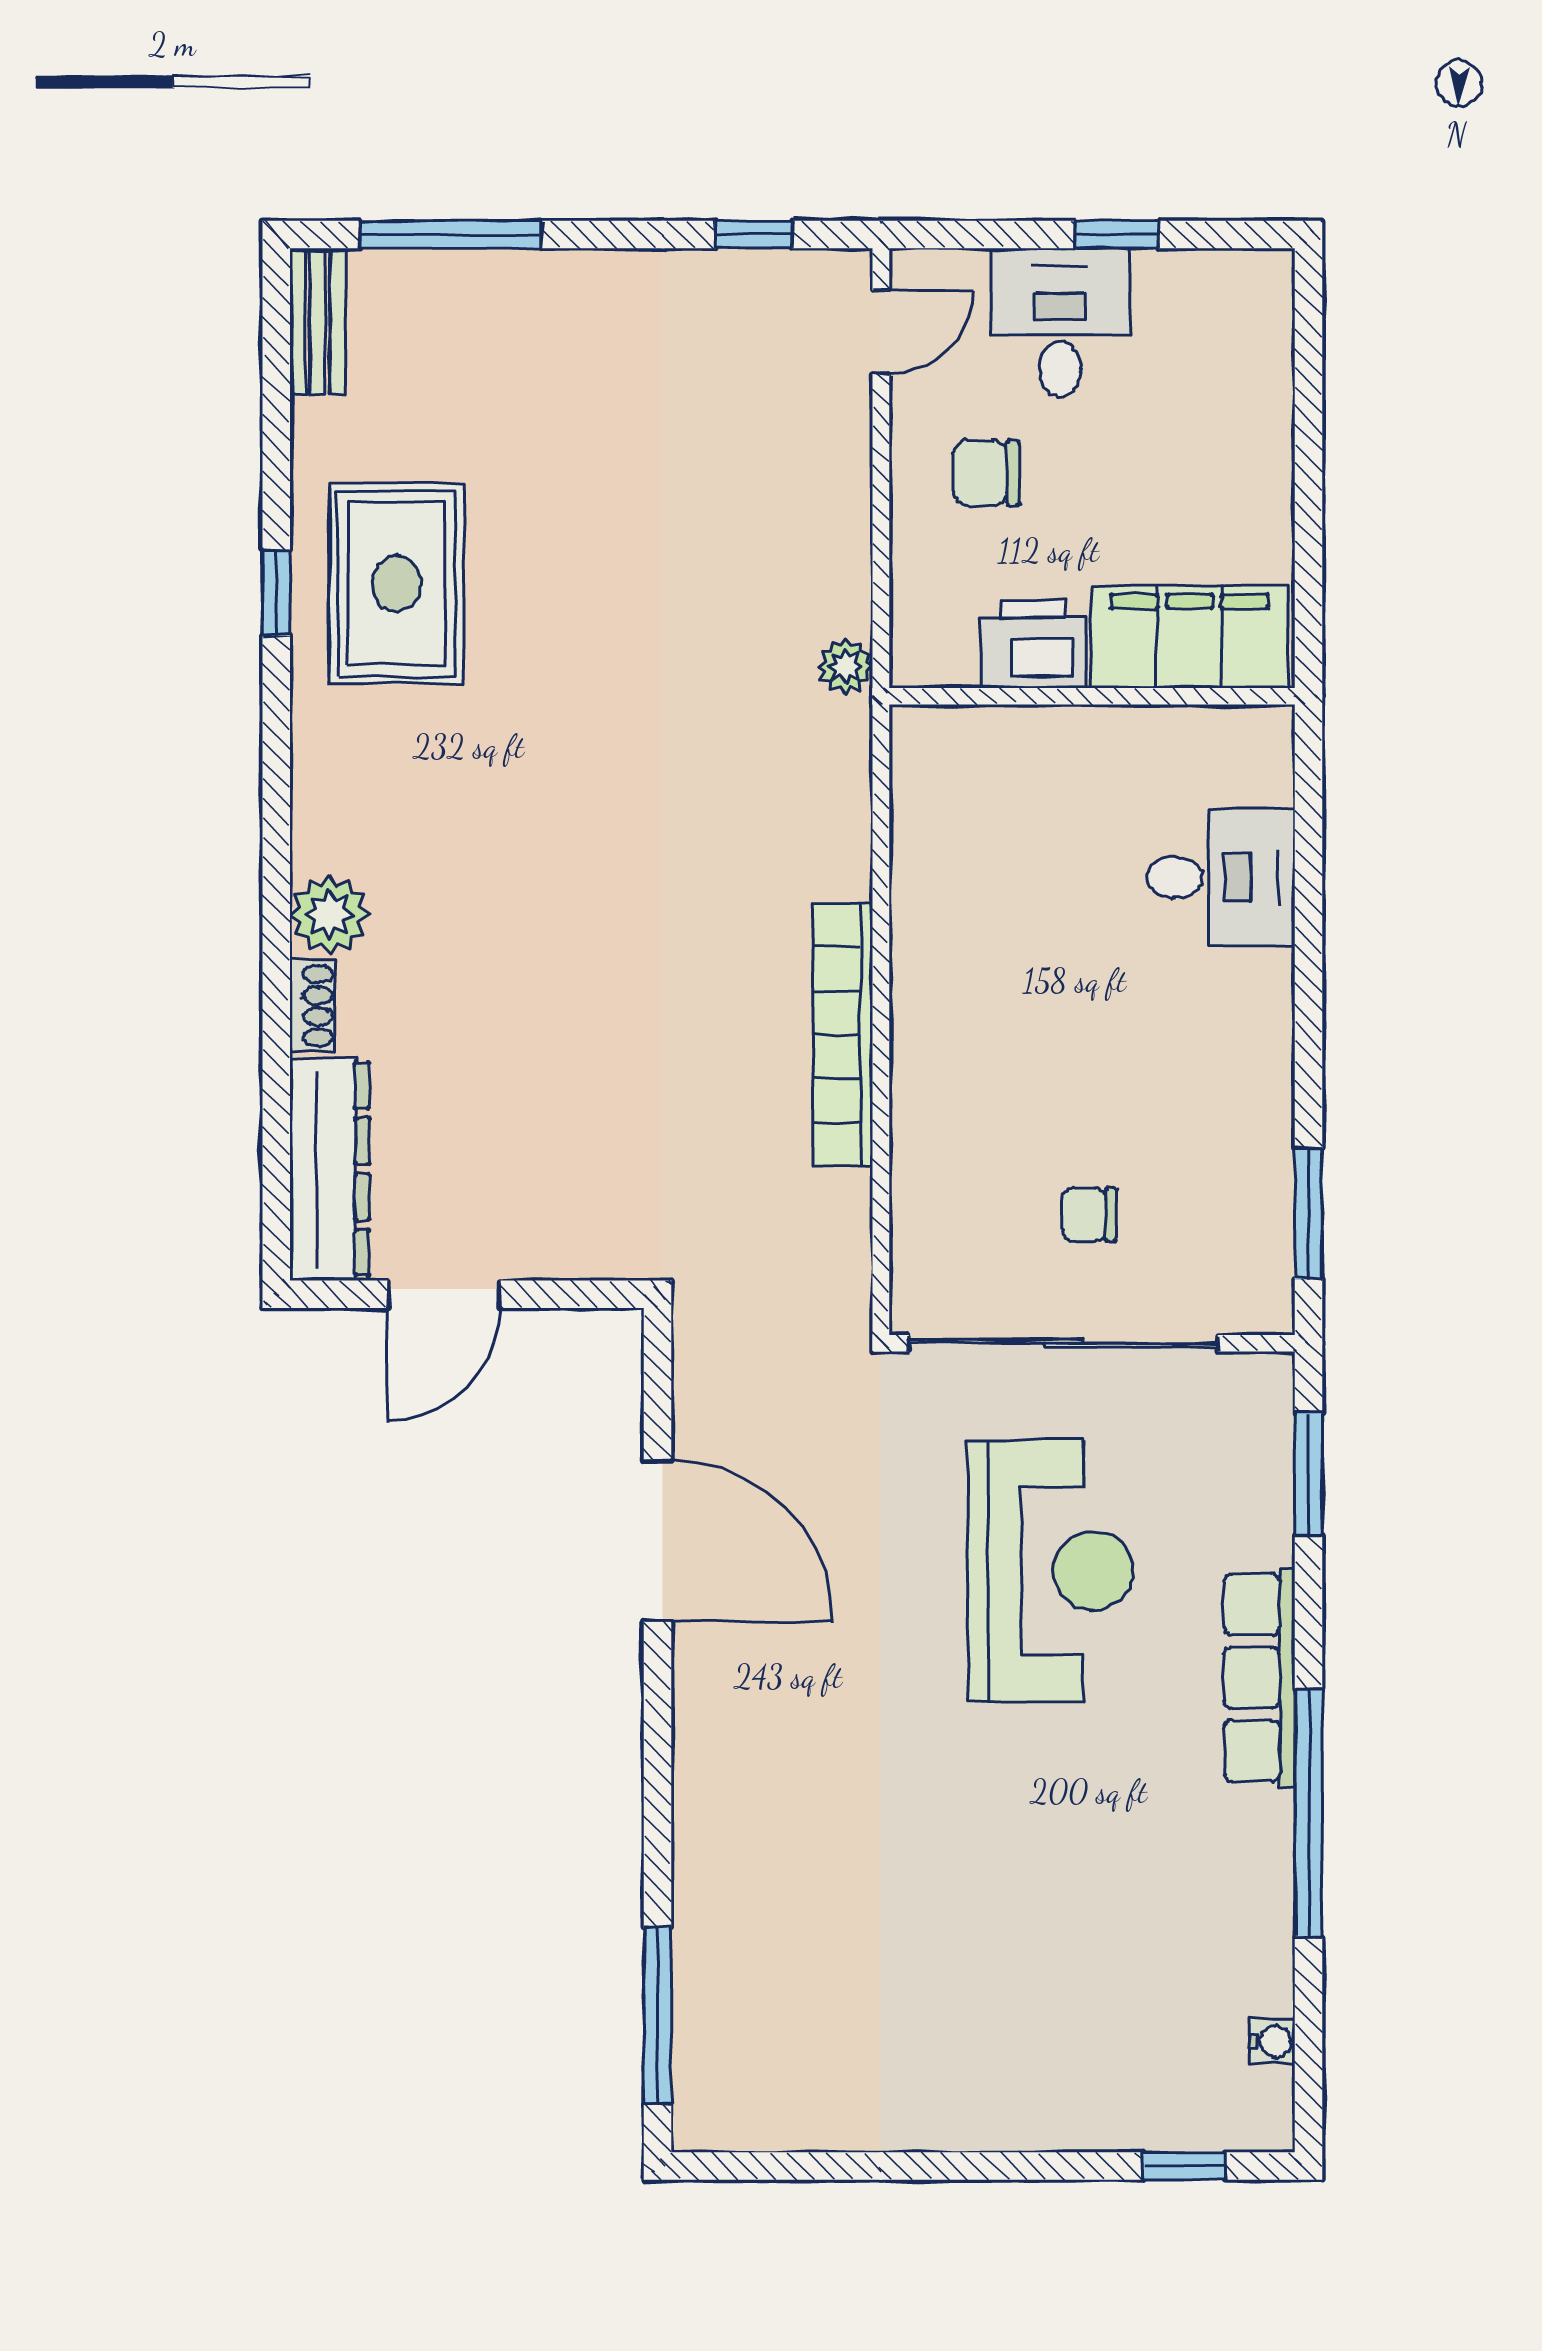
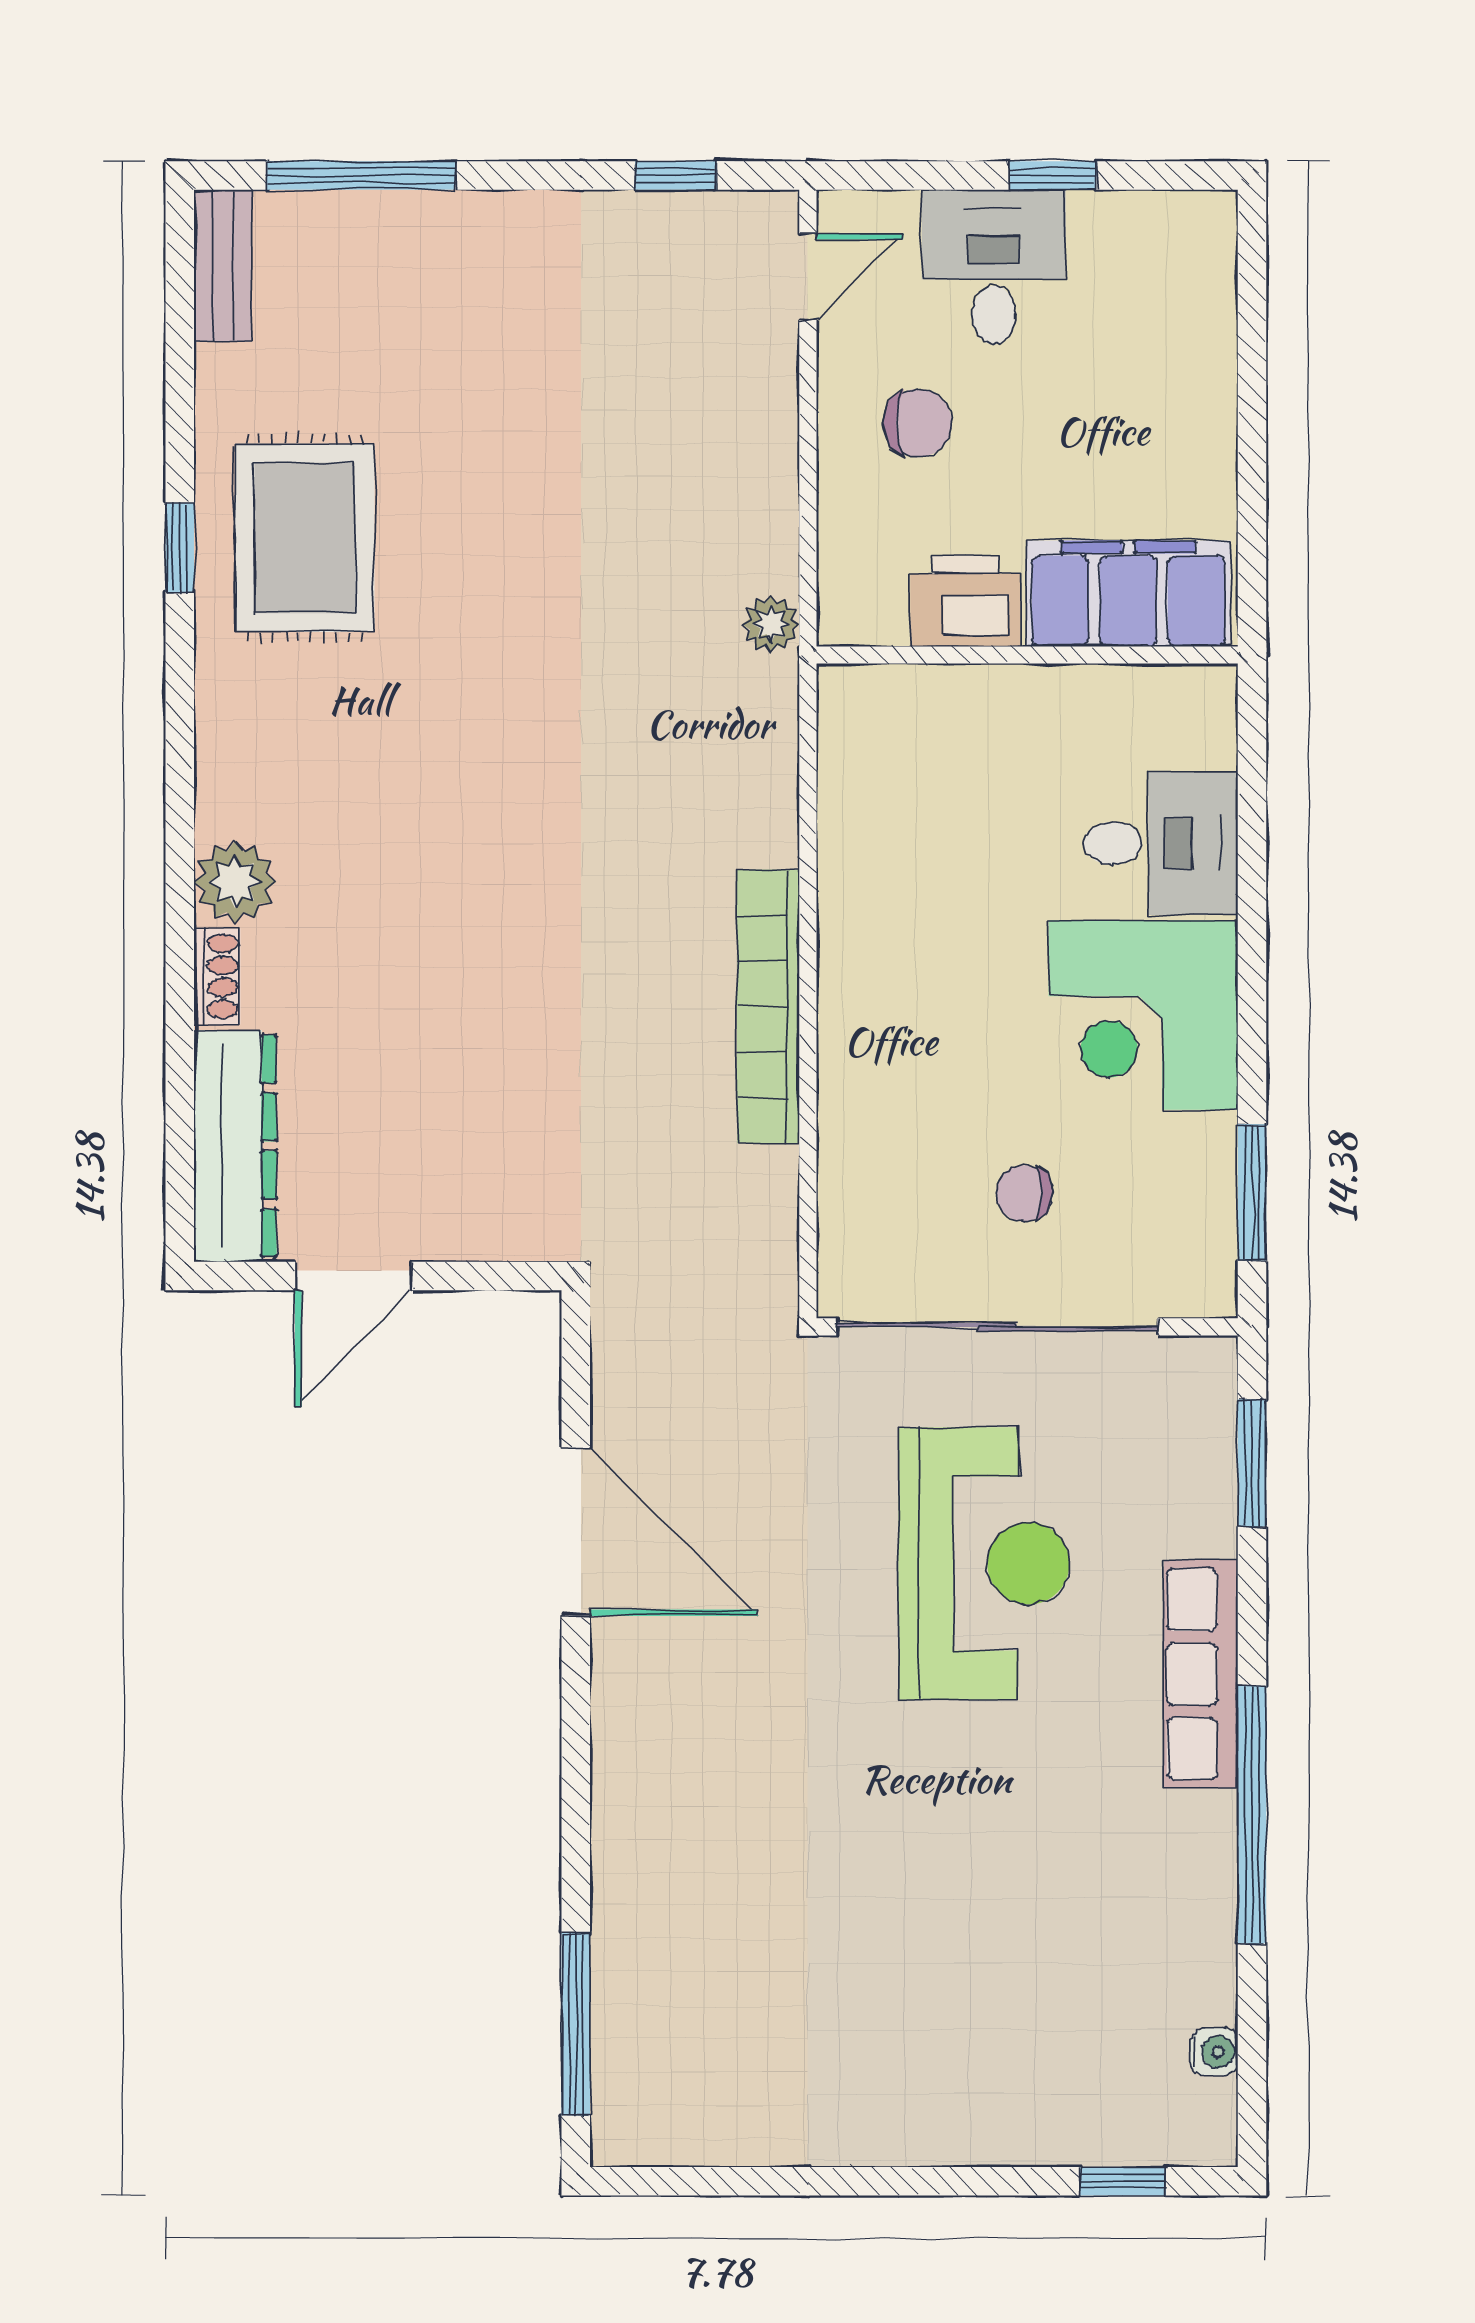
chair: (987, 473) -> (918, 423), turned 180
corner desk: (1204, 1043) -> (1143, 1015), added

